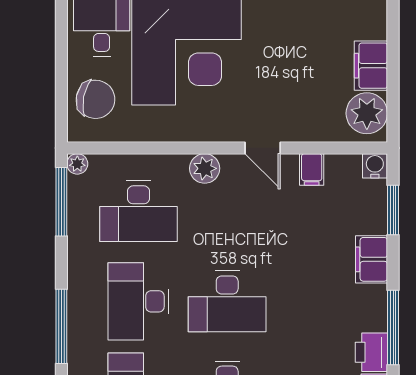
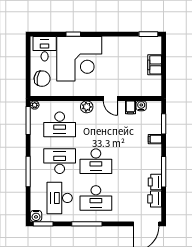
plant: (367, 113) -> (153, 84), removed
water cooler: (375, 166) -> (141, 106), moved
filing cabinet: (372, 259) -> (155, 139), width x0.50
desk: (139, 301) -> (60, 161), turned 90

